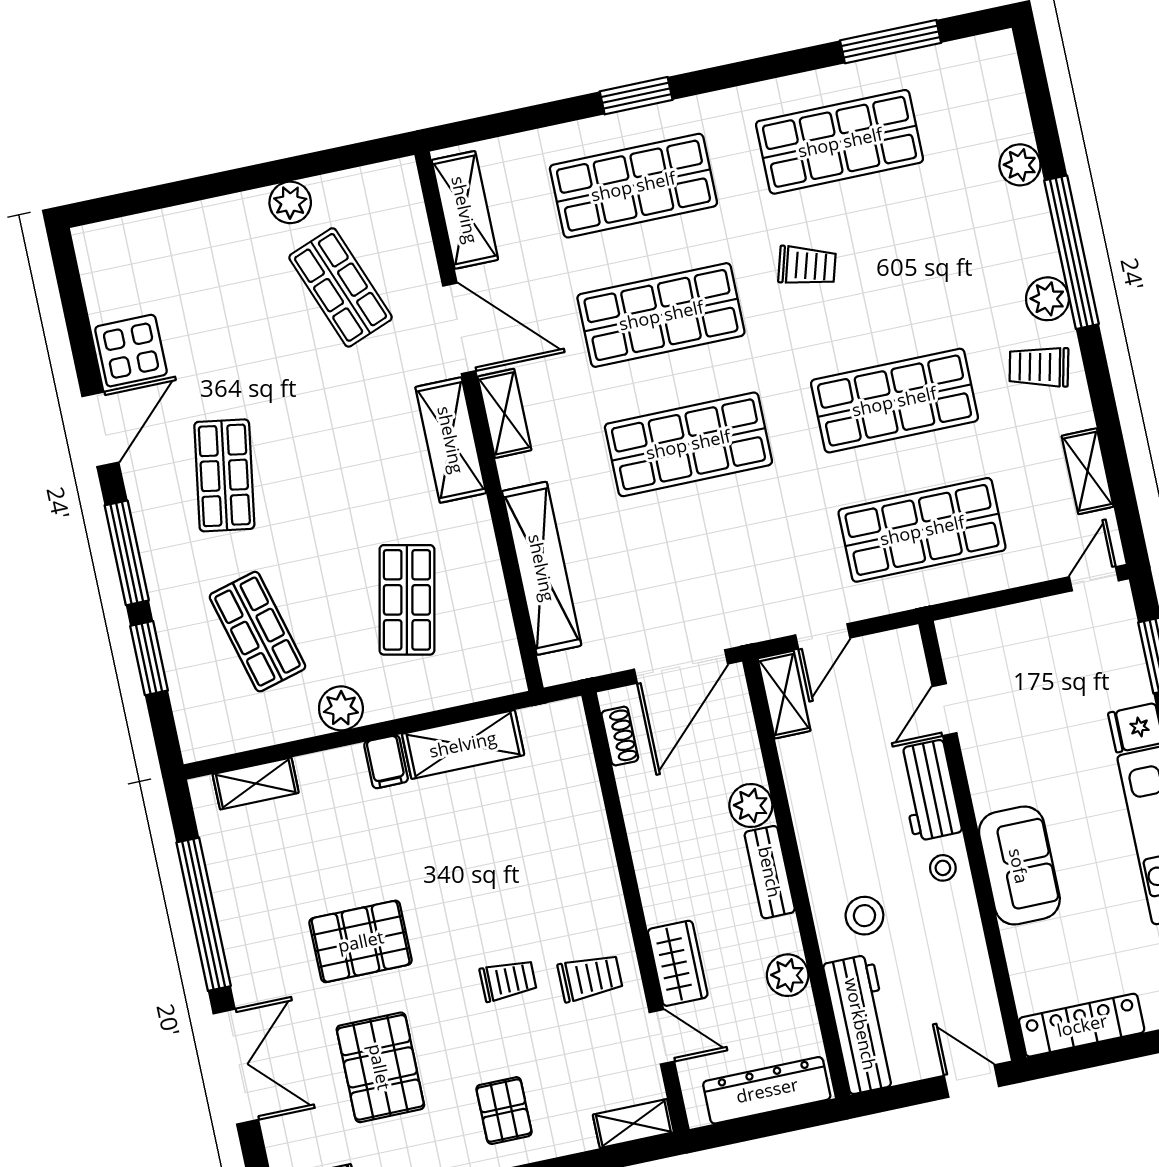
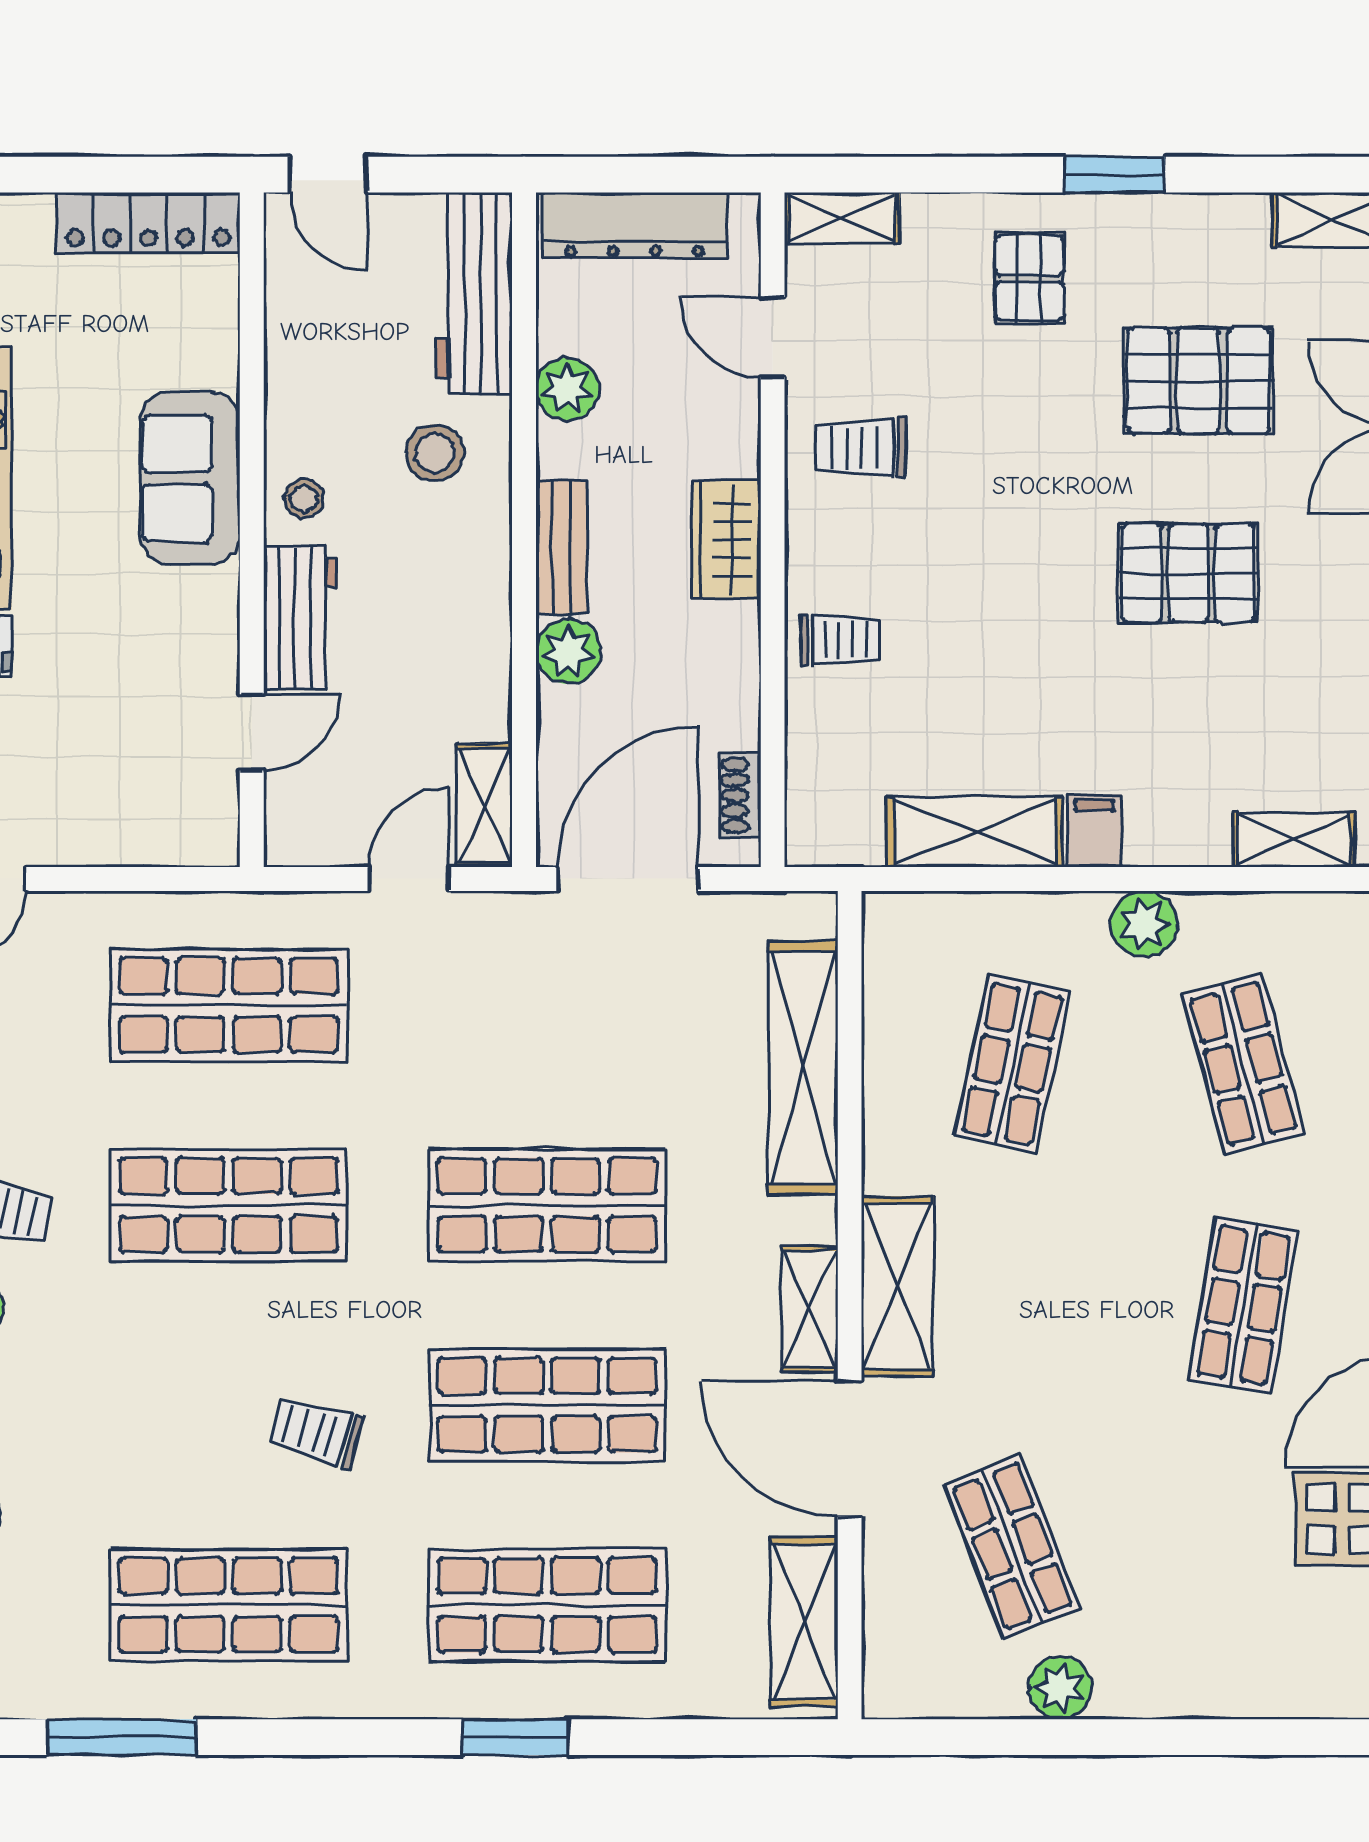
wardrobe: (678, 963) -> (726, 540), moved
trolley: (508, 980) -> (840, 639), moved, turned 180
pallet: (380, 1067) -> (1199, 381), turned 90

